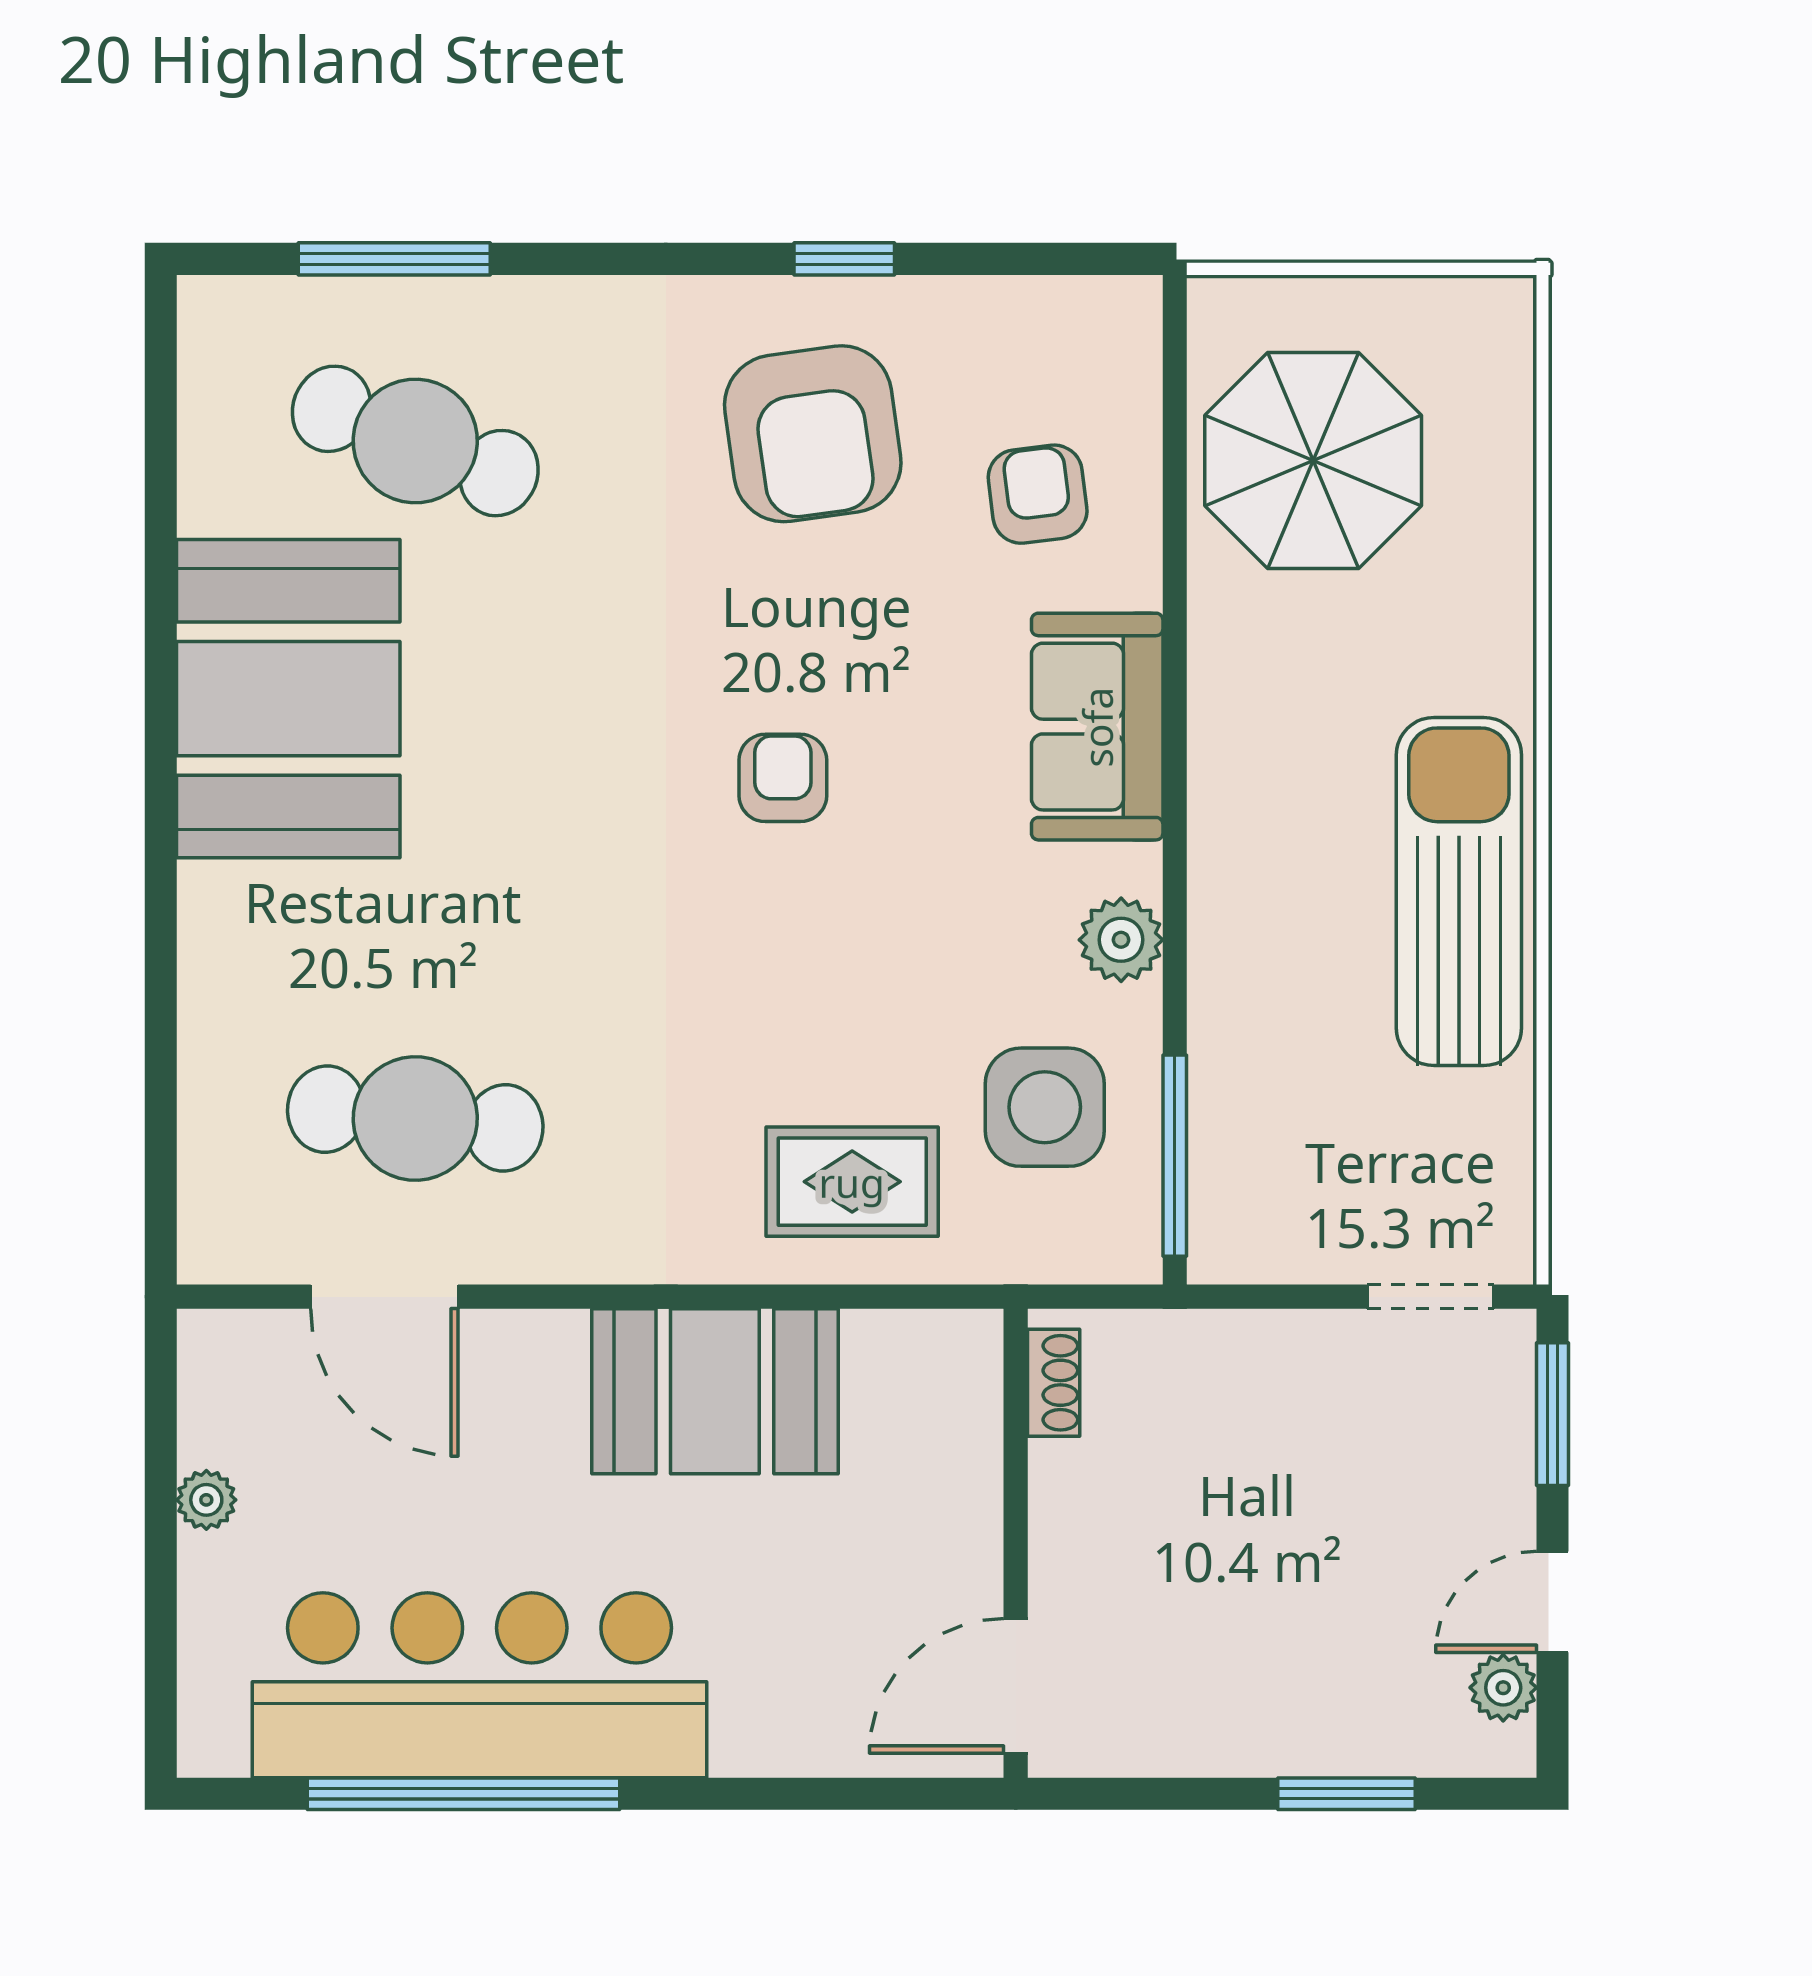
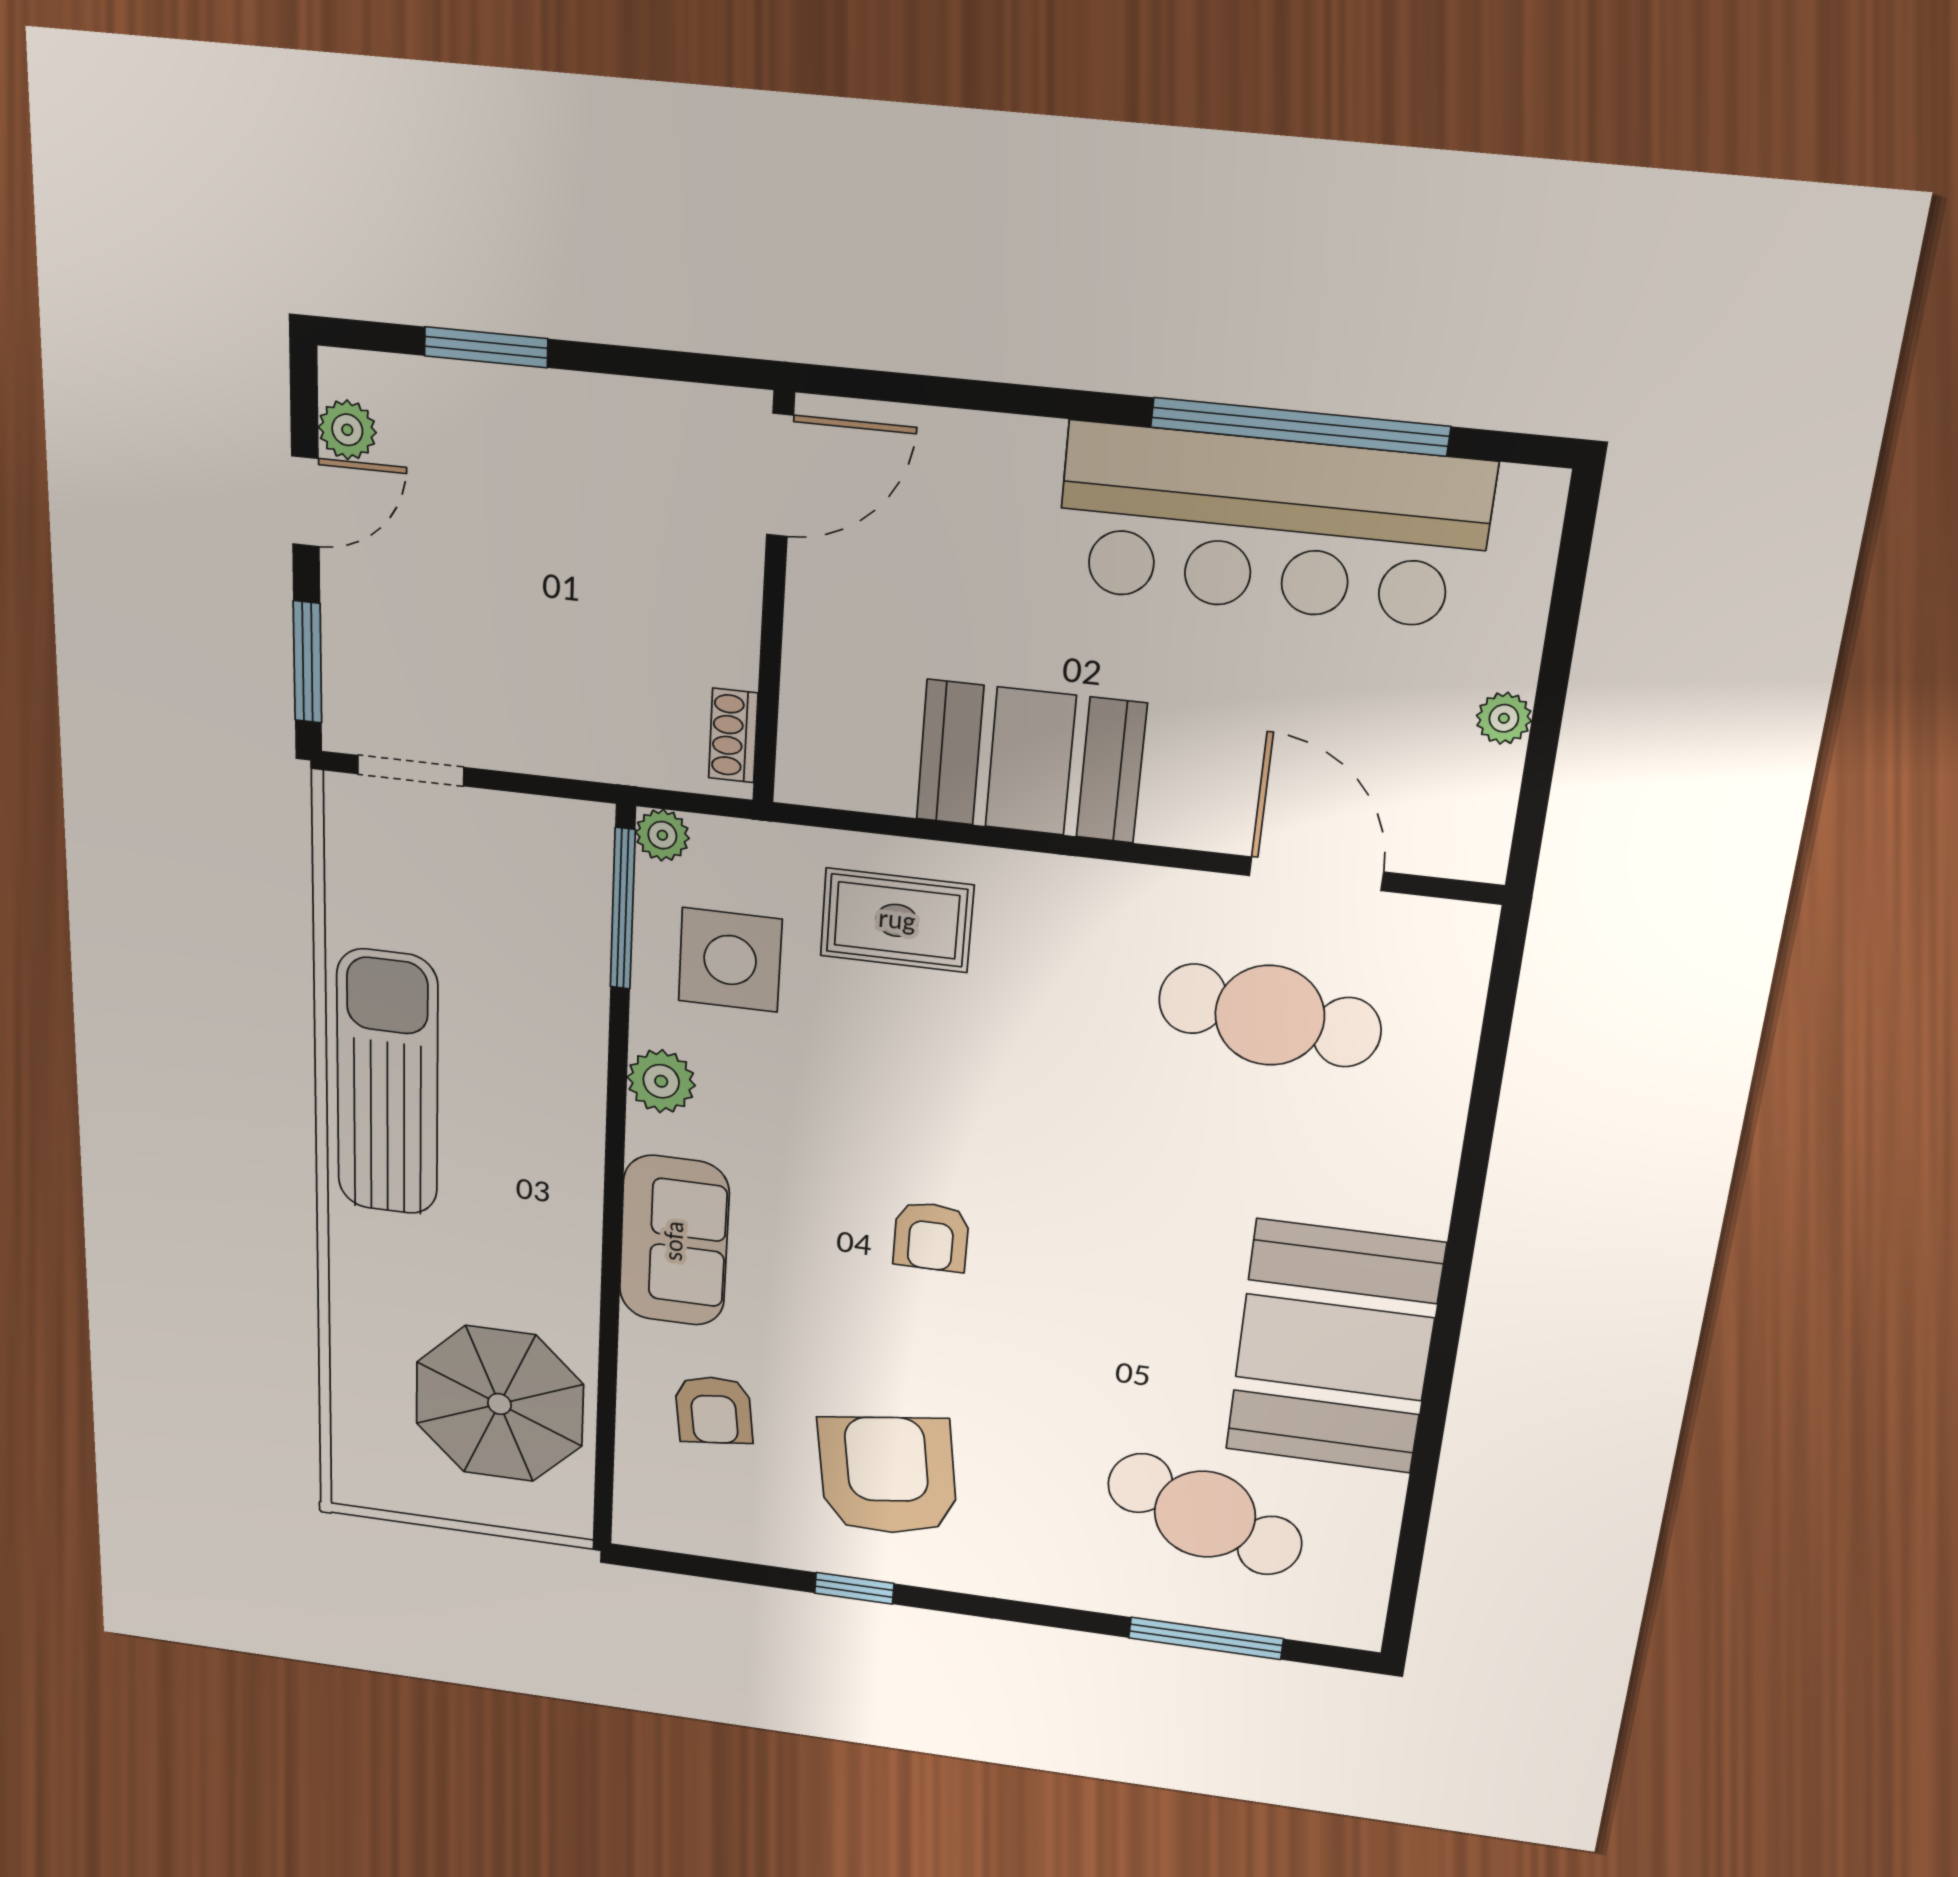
sun lounger: (1459, 891) -> (387, 1083), turned 180
plant: (1131, 1253) -> (662, 835), added

